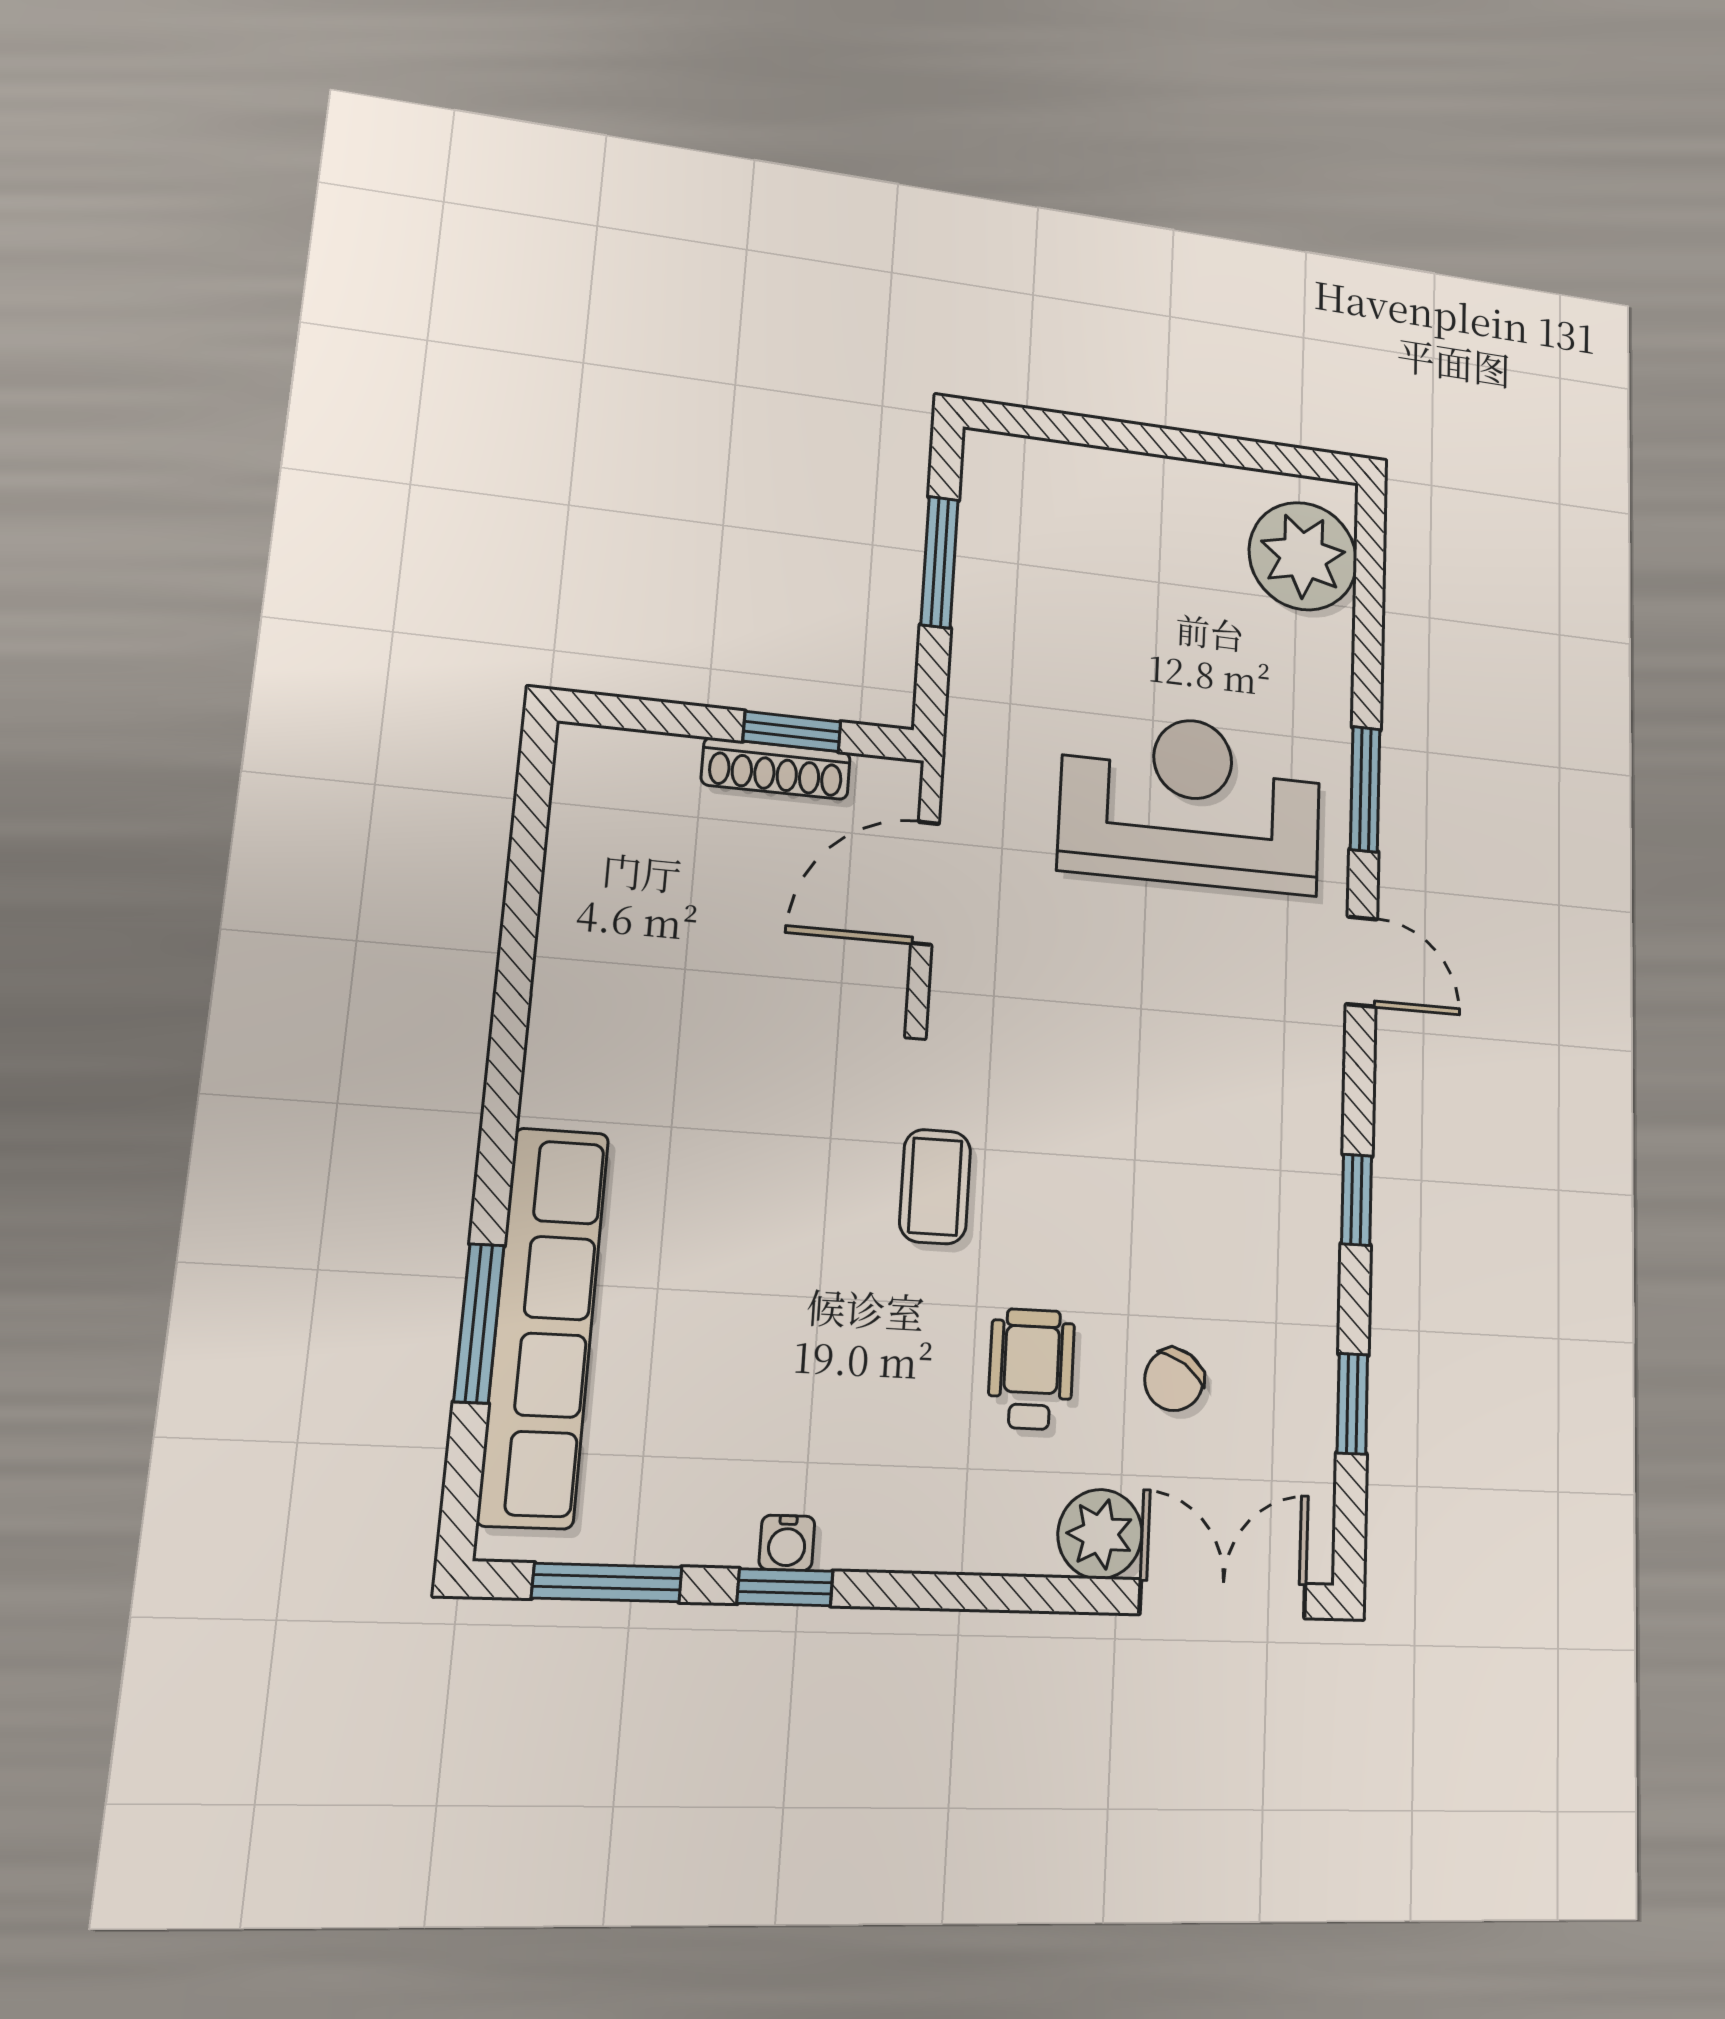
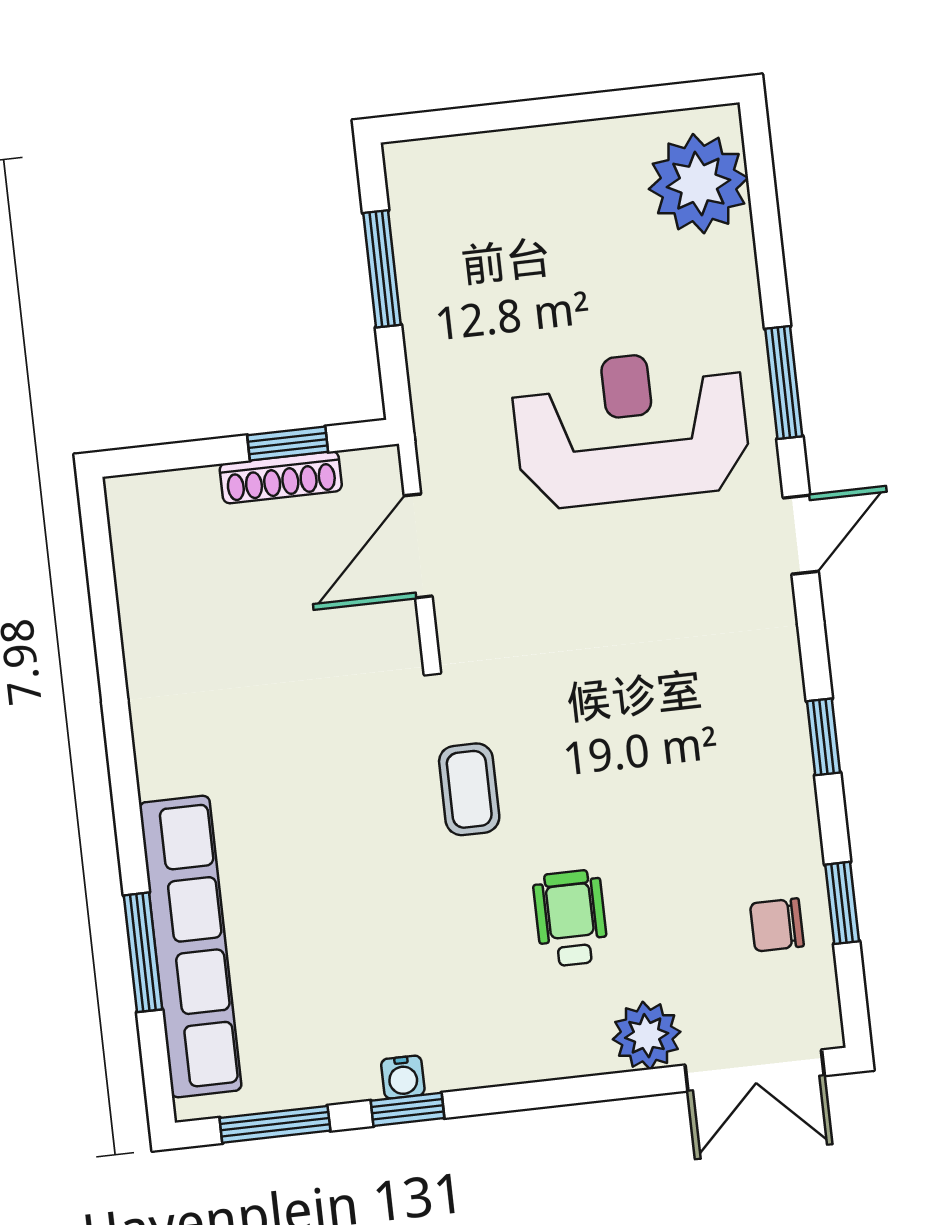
door: (1362, 962) -> (801, 535), hinge flipped
chair: (1174, 1380) -> (777, 925), moved, turned 56
double door: (1223, 1599) -> (755, 1070), swing flipped

